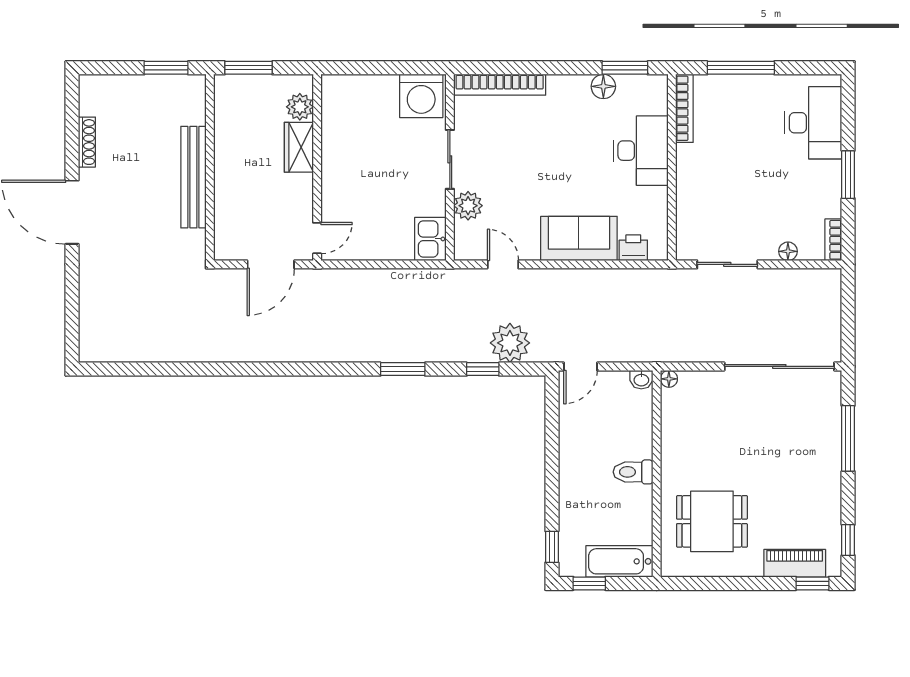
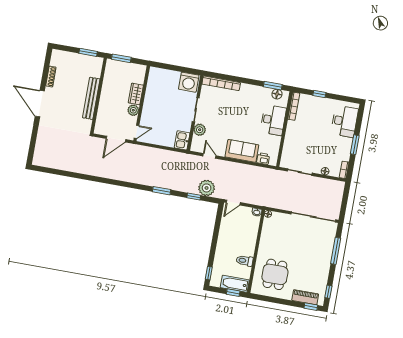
window: (741, 68) -> (319, 94), width x0.46
floor lamp: (603, 86) -> (277, 94), moved
plant: (300, 107) -> (133, 110), moved
toilet: (633, 472) -> (245, 261), moved
dining table: (712, 521) -> (275, 274), turned 90
window: (589, 583) -> (233, 293), moved

